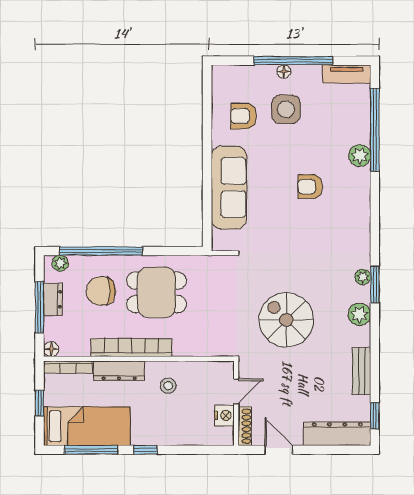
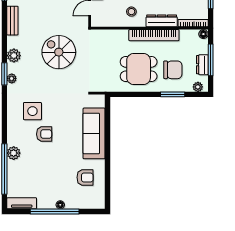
side table: (286, 109) -> (32, 111), moved
window: (101, 251) -> (173, 94), width x0.47
spiral stairs: (286, 320) -> (59, 52), turned 180

